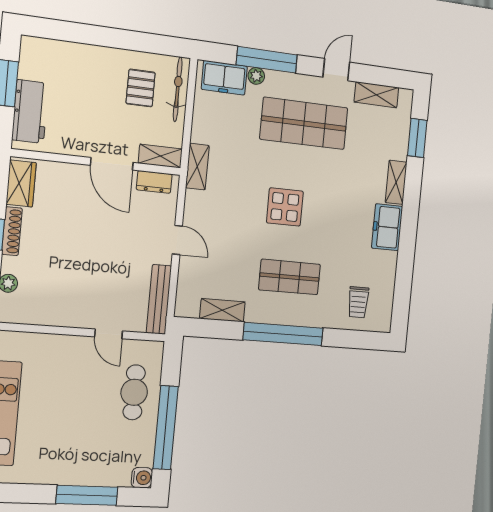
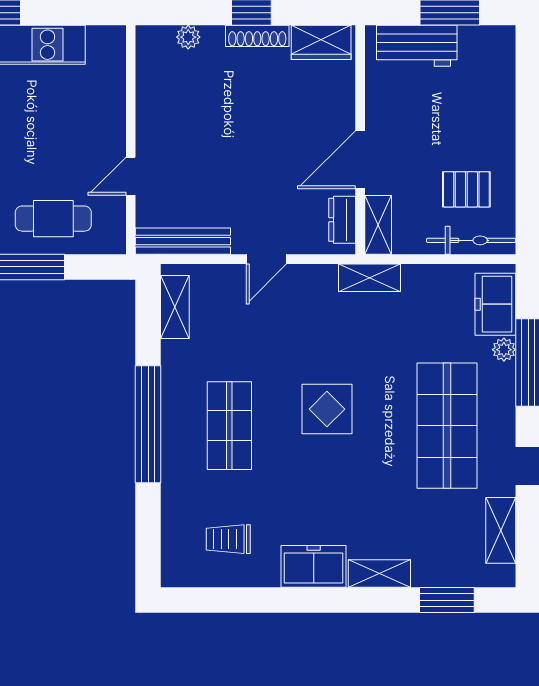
trolley: (358, 302) -> (228, 539), moved
shelving: (222, 310) -> (175, 307), moved

